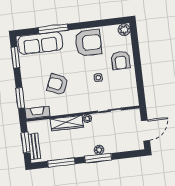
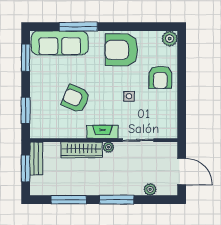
armchair: (88, 43) -> (121, 50), turned 180
fireplace: (37, 113) -> (102, 132), moved
door: (145, 131) -> (182, 172), hinge flipped
bench: (34, 146) -> (36, 159), moved
plant: (99, 150) -> (150, 189), moved

